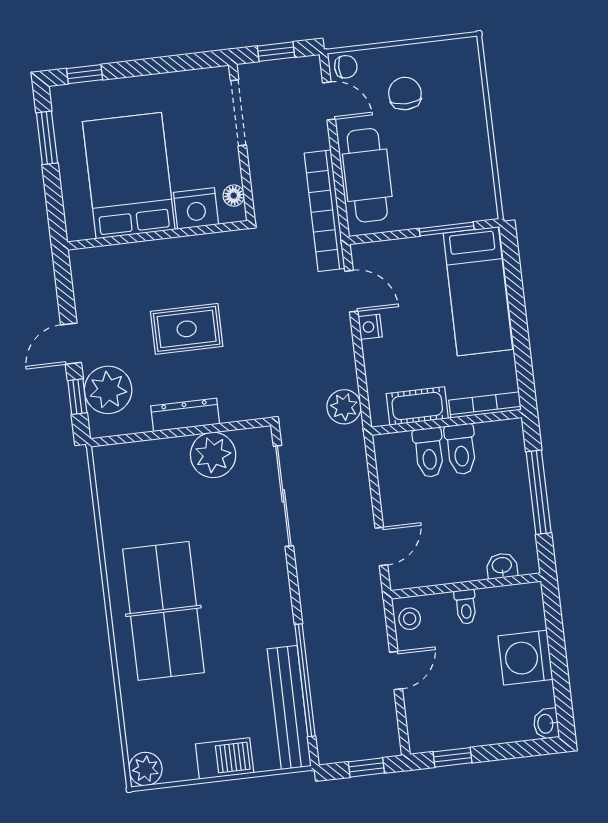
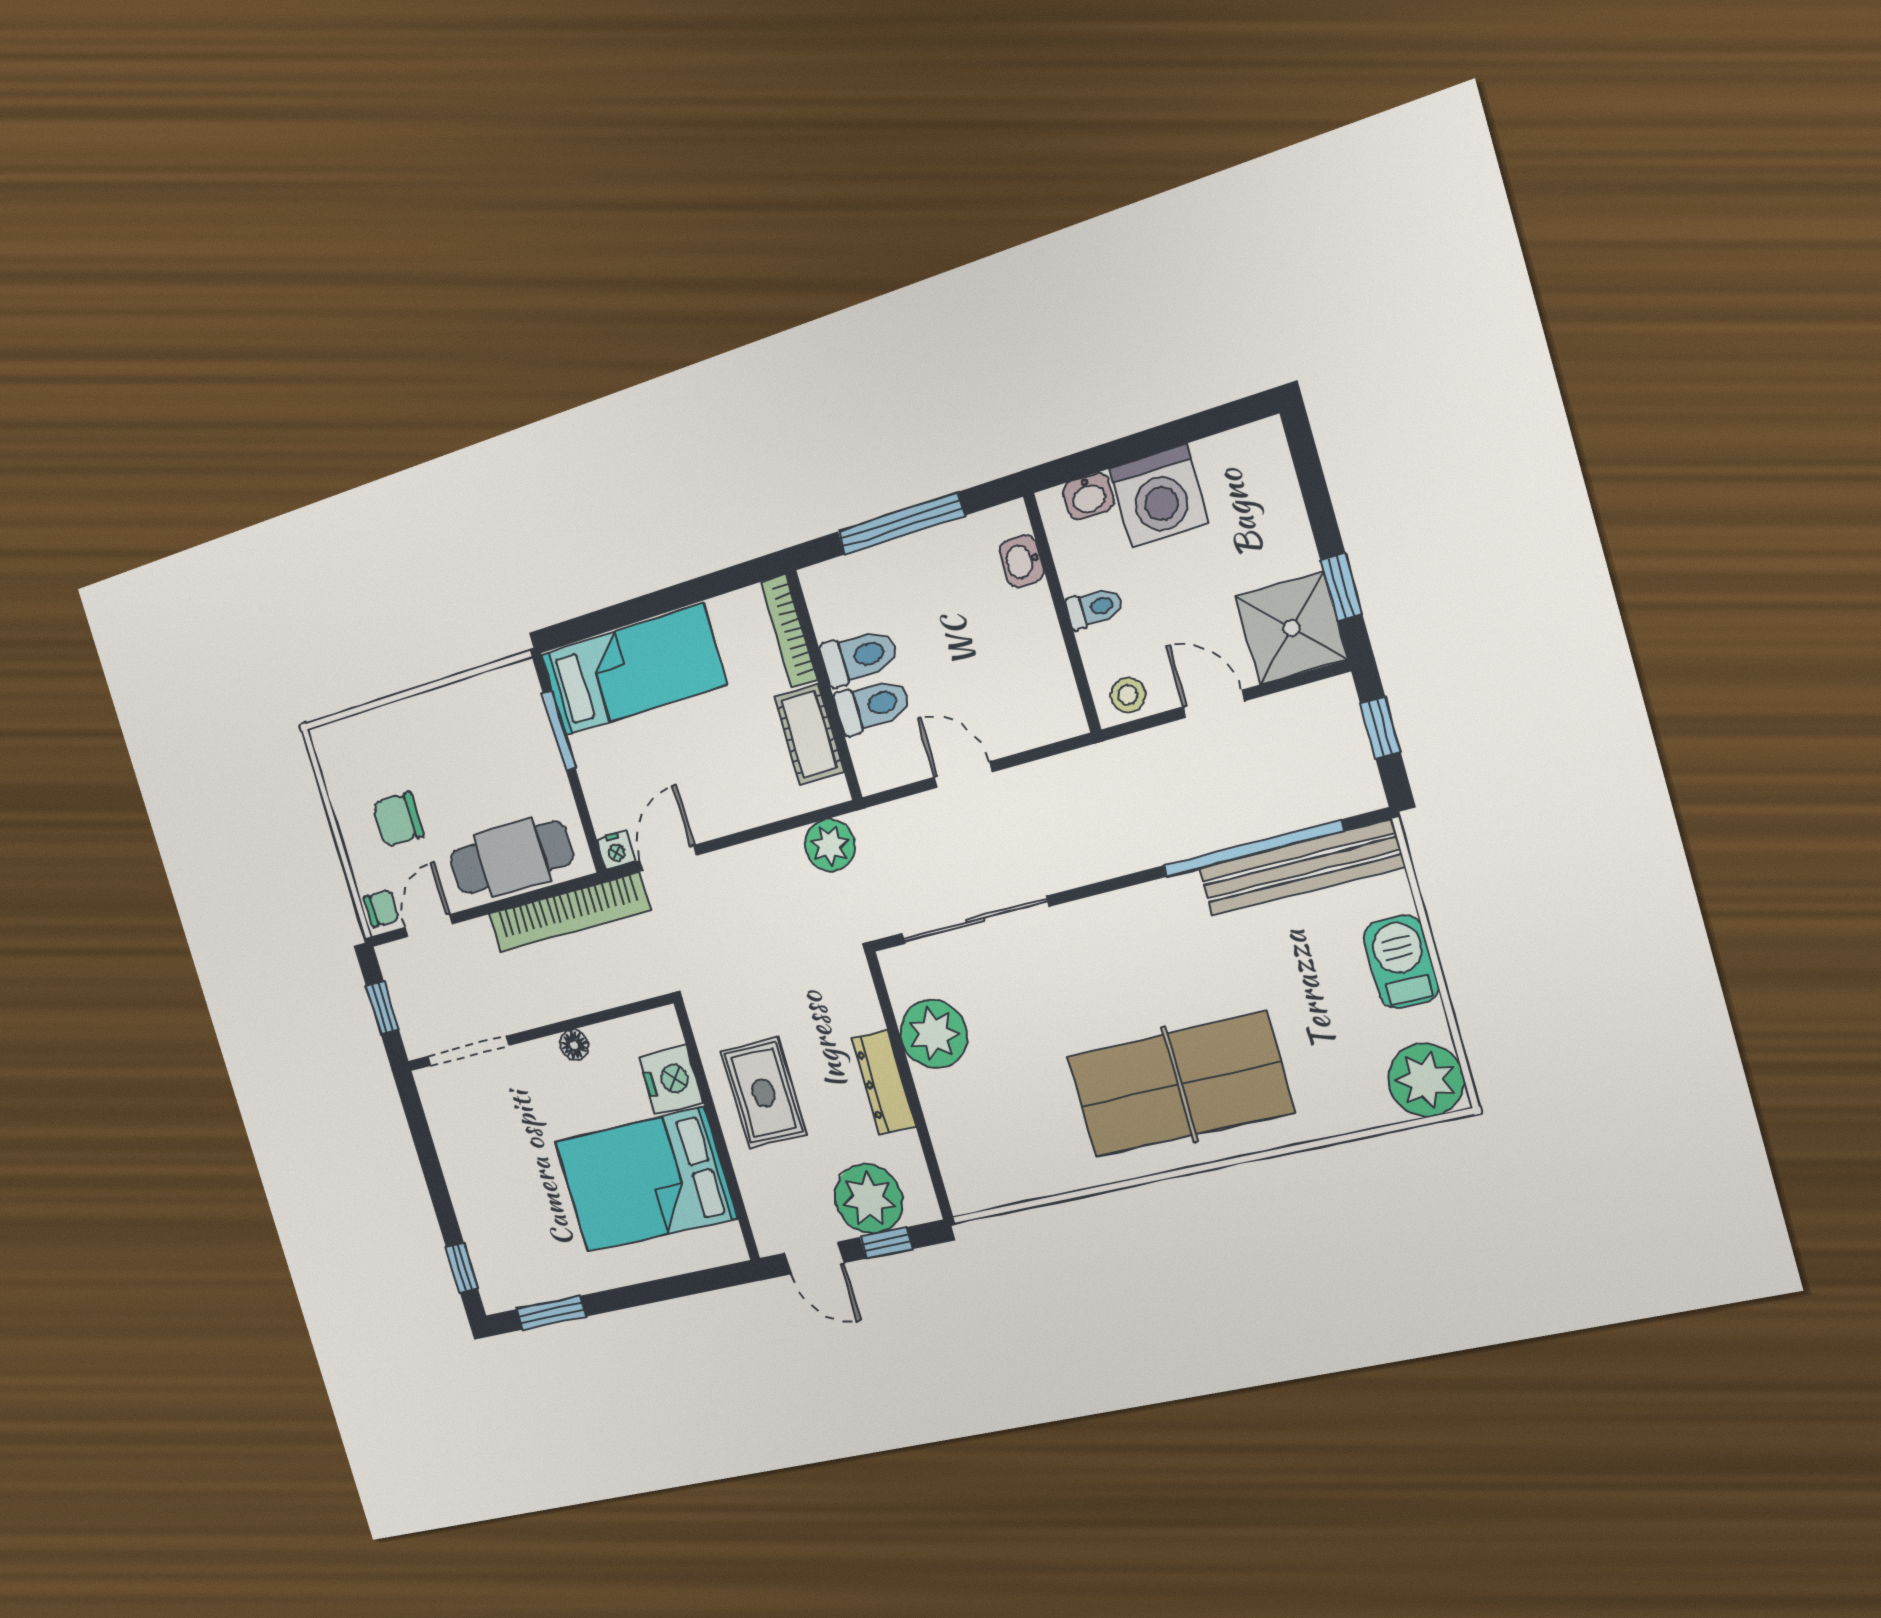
chair: (346, 67) -> (382, 908), turned 90
bed: (129, 176) -> (645, 1180), moved
nightstand: (196, 208) -> (671, 1080), moved
wall: (158, 235) -> (717, 1131), moved
nightstand: (370, 327) -> (616, 850), moved
door: (381, 546) -> (963, 775), moved
shower: (434, 724) -> (1291, 628), added
washbasin: (546, 724) -> (1088, 496), moved
plant: (145, 769) -> (1426, 1080), width x1.36, depth x1.36

